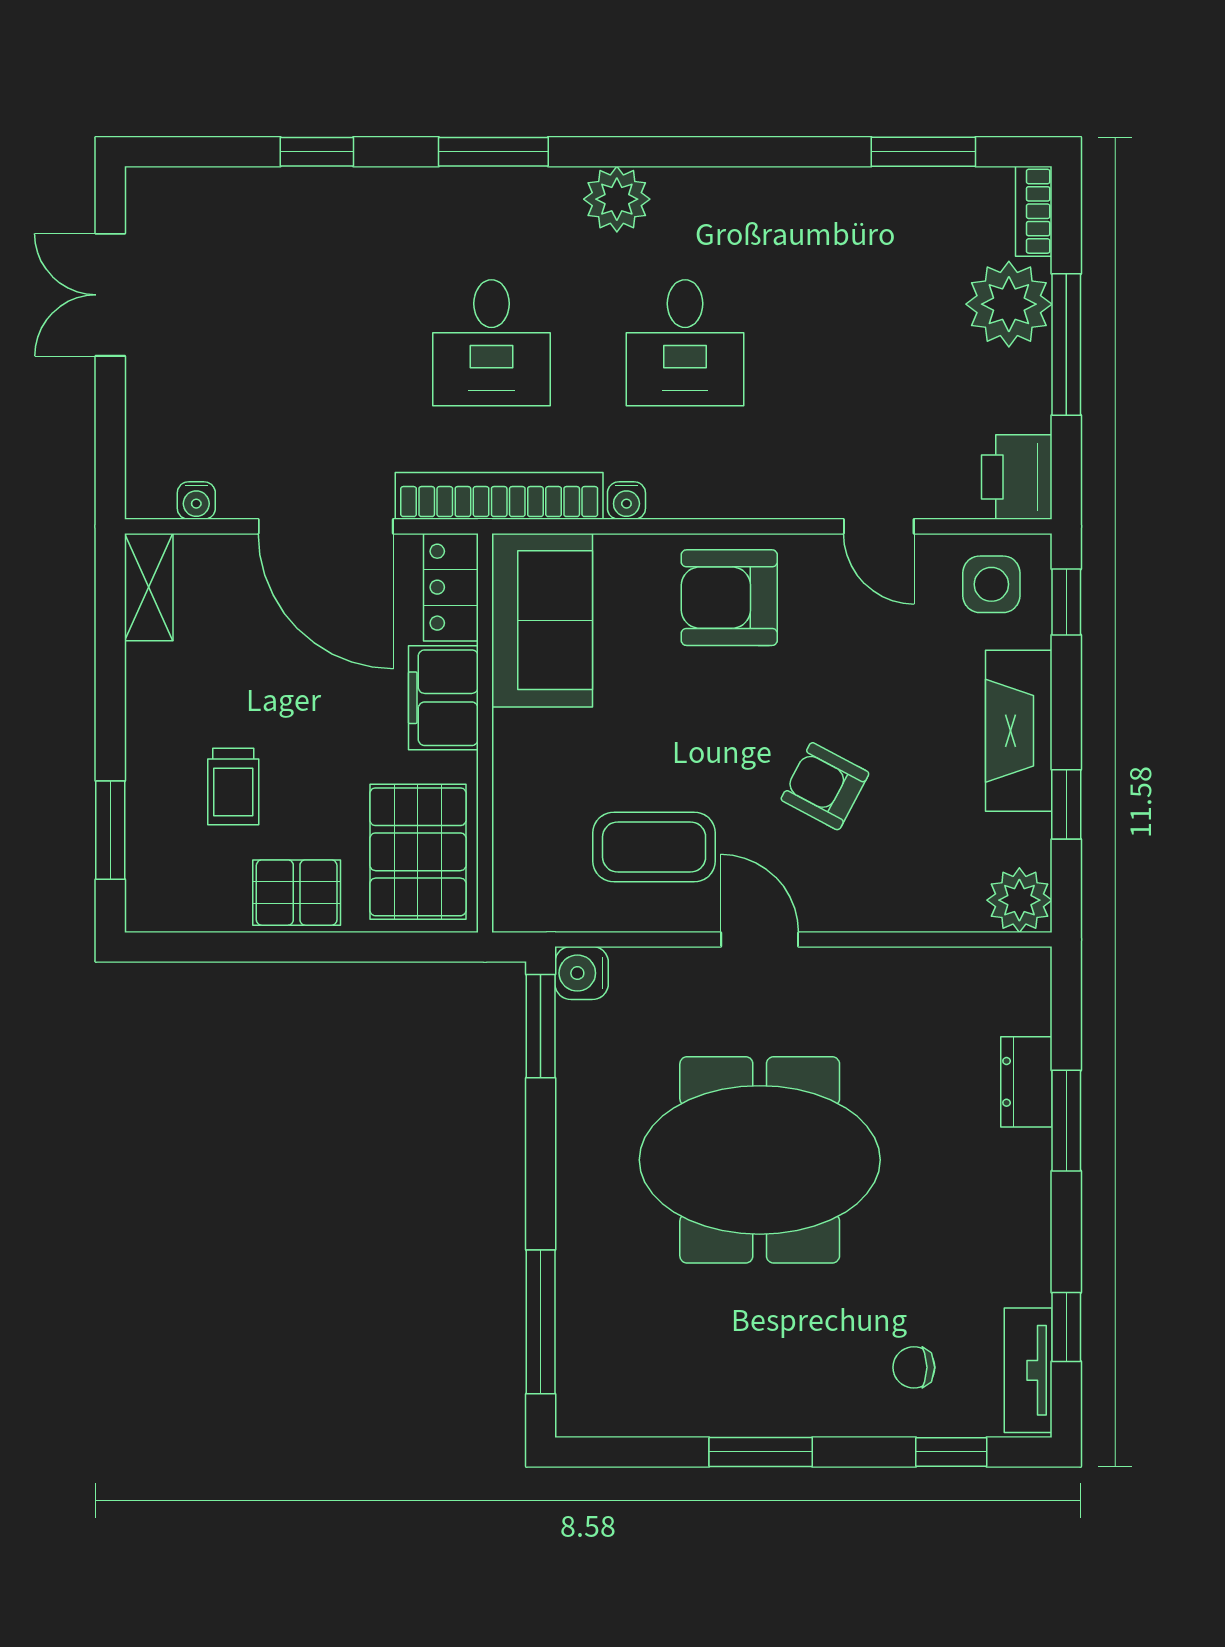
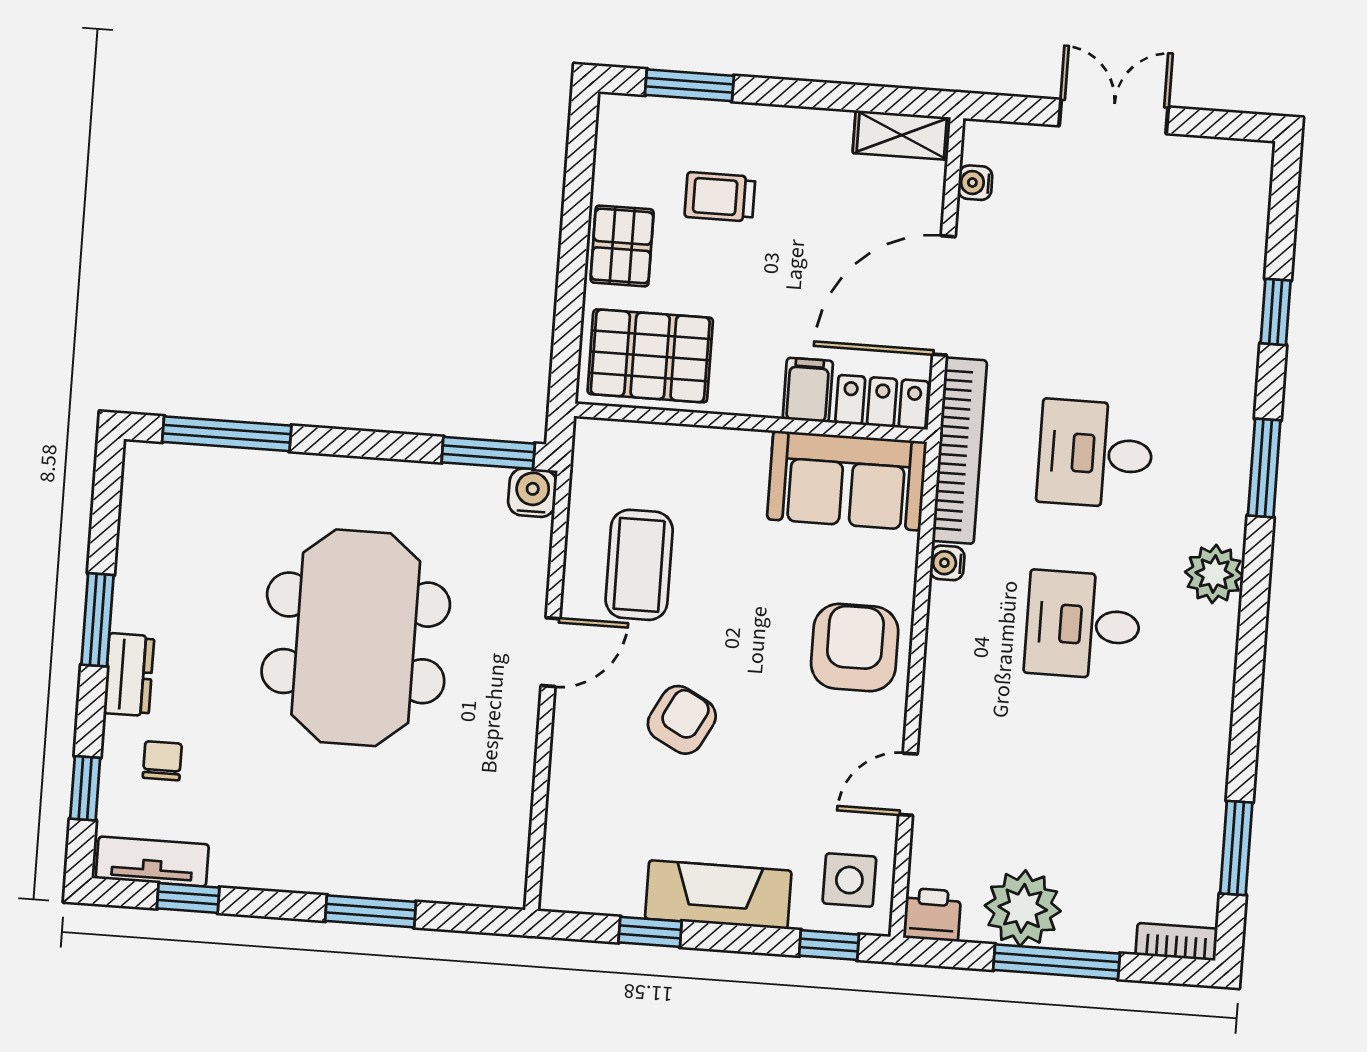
double door: (110, 295) -> (1114, 116), moved
plant: (1009, 304) -> (1023, 908), moved
printer: (1017, 477) -> (932, 915), width x0.73, depth x0.81
filing cabinet: (443, 698) -> (808, 390), width x0.50
plant: (1019, 900) -> (568, 884), removed
dresser: (1026, 1082) -> (129, 675), moved, turned 90

